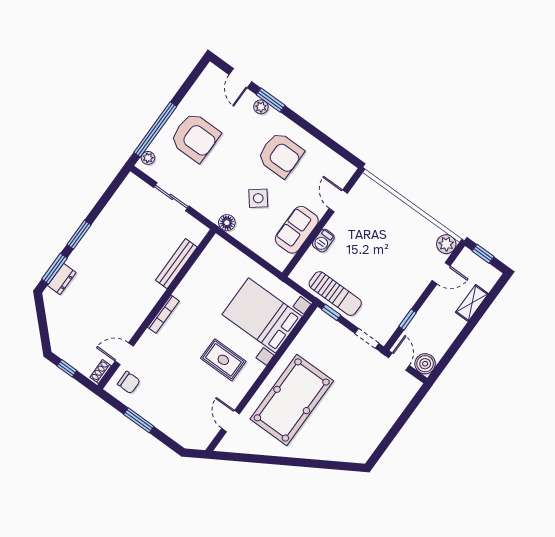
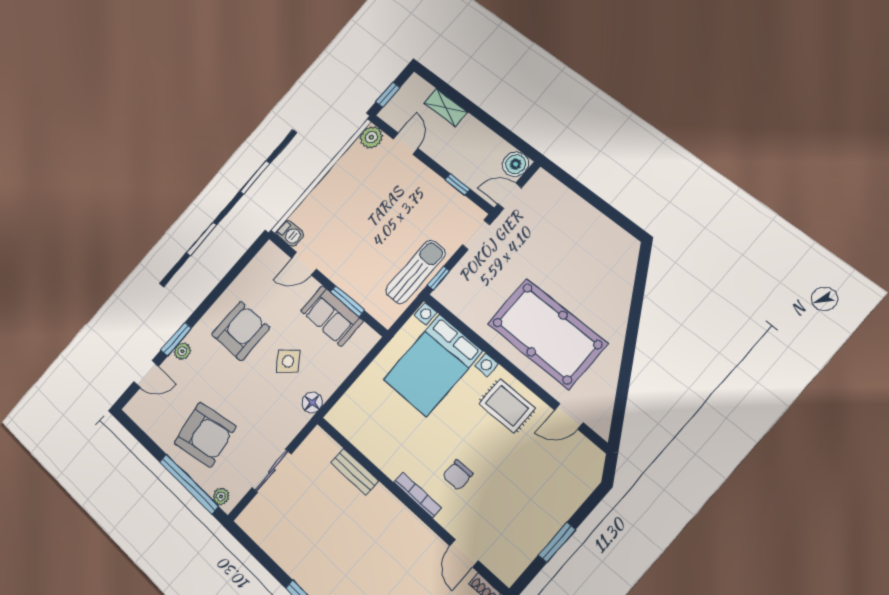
armchair: (195, 137) -> (205, 435), turned 80
window: (309, 241) -> (347, 301), added
barbecue: (323, 241) -> (290, 233), moved
bench: (176, 264) -> (355, 472), width x0.73
rug: (223, 360) -> (507, 406), moved, turned 90
chair: (129, 382) -> (458, 475), moved, turned 180

